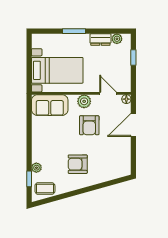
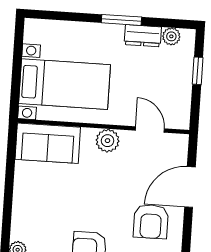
window: (74, 31) -> (121, 20), moved
floor lamp: (126, 99) -> (181, 142), removed
armchair: (89, 125) -> (151, 221), moved

